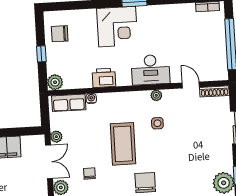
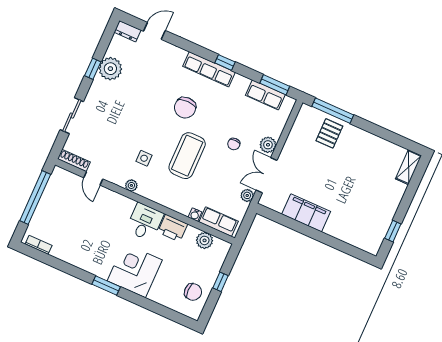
desk: (151, 70) -> (145, 222), moved, width x0.73
plant: (55, 82) -> (205, 240), moved

